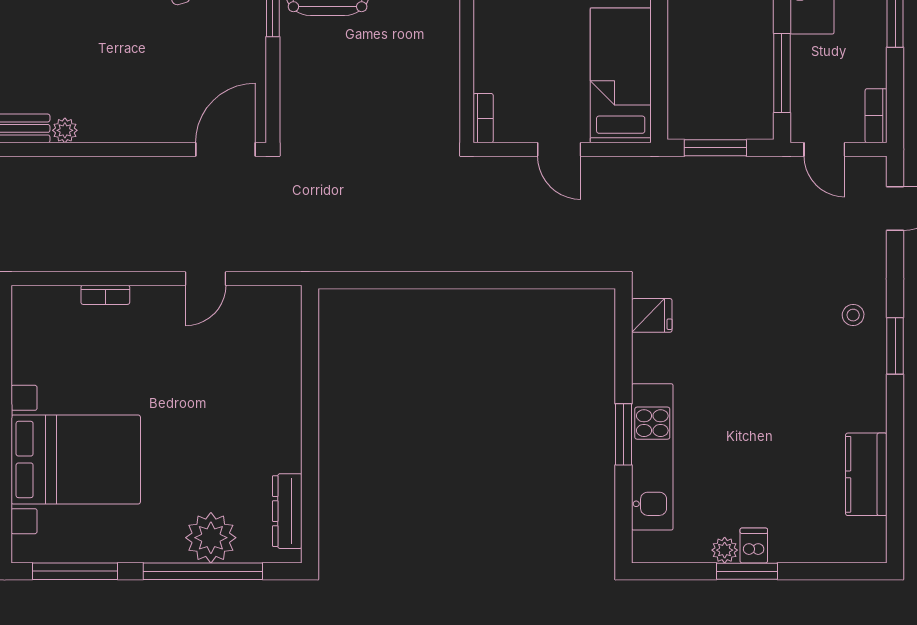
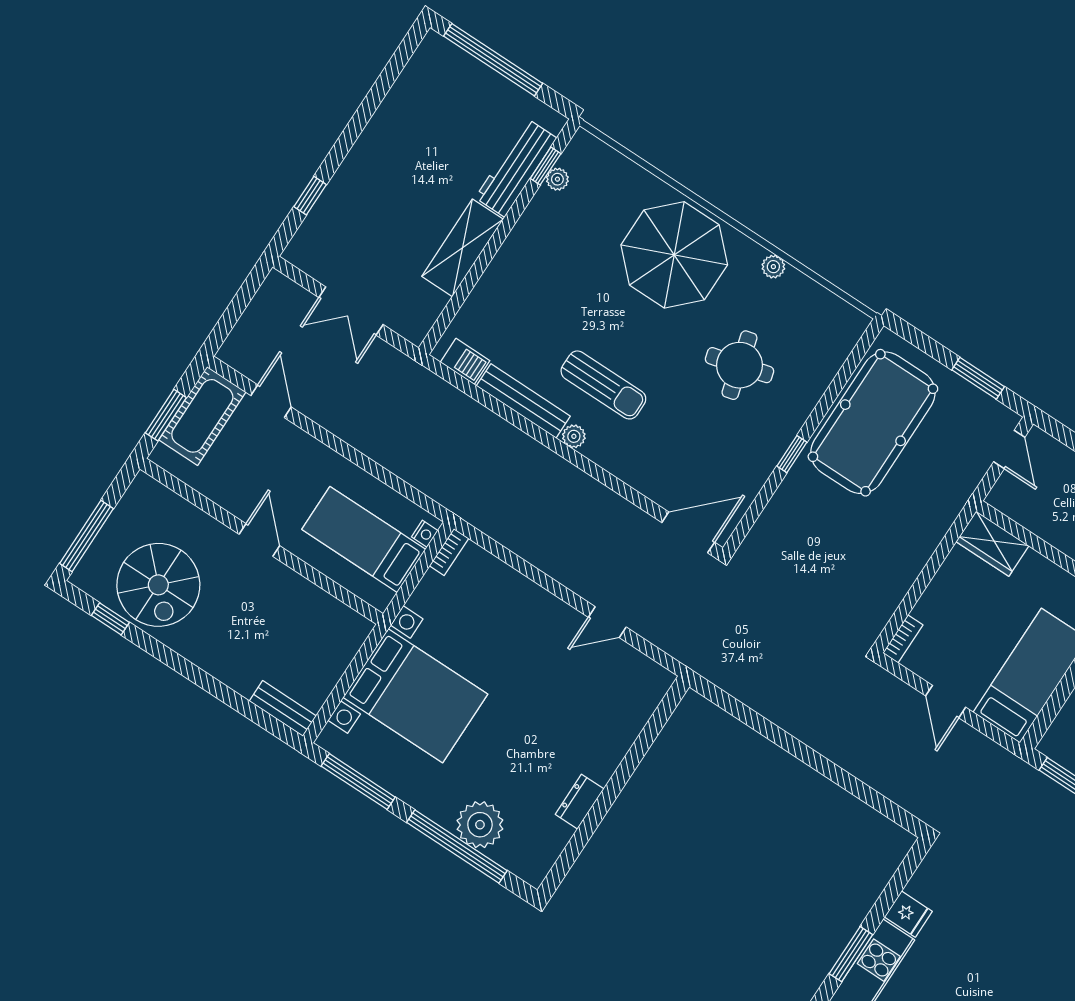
sun lounger: (61, 66) -> (603, 385), added
bookcase: (105, 295) -> (449, 552), moved, turned -90
fridge: (652, 315) -> (908, 914), moved
dresser: (287, 511) -> (580, 802), moved, width x0.70

